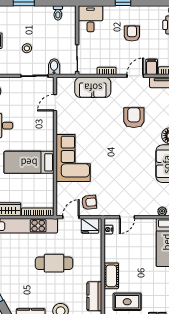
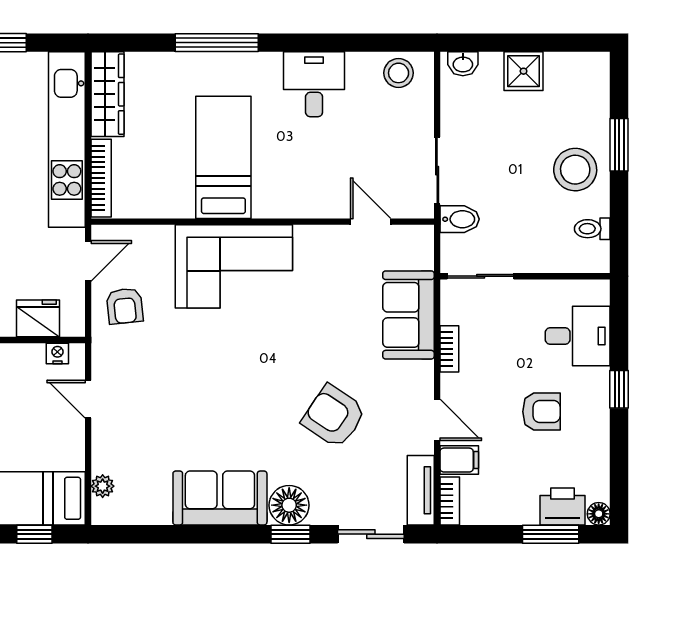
desk: (90, 19) -> (578, 336), moved
stool: (27, 48) -> (575, 170), moved, width x1.89, depth x1.89
armchair: (134, 118) -> (334, 416), turned -146
door: (71, 217) -> (88, 261), hinge flipped
fridge: (90, 226) -> (38, 318), moved, turned 90

